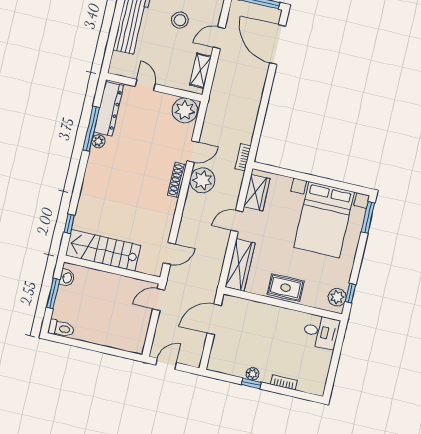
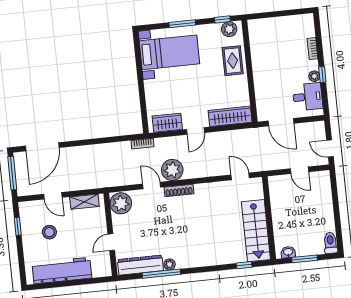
window: (368, 217) -> (182, 24), moved
bed with nightstands: (324, 220) -> (169, 52), width x0.73
door: (237, 221) -> (196, 131), hinge flipped
rug: (286, 288) -> (233, 61), moved
door: (159, 299) -> (299, 170), moved
desk: (321, 332) -> (308, 97), moved, turned 90

